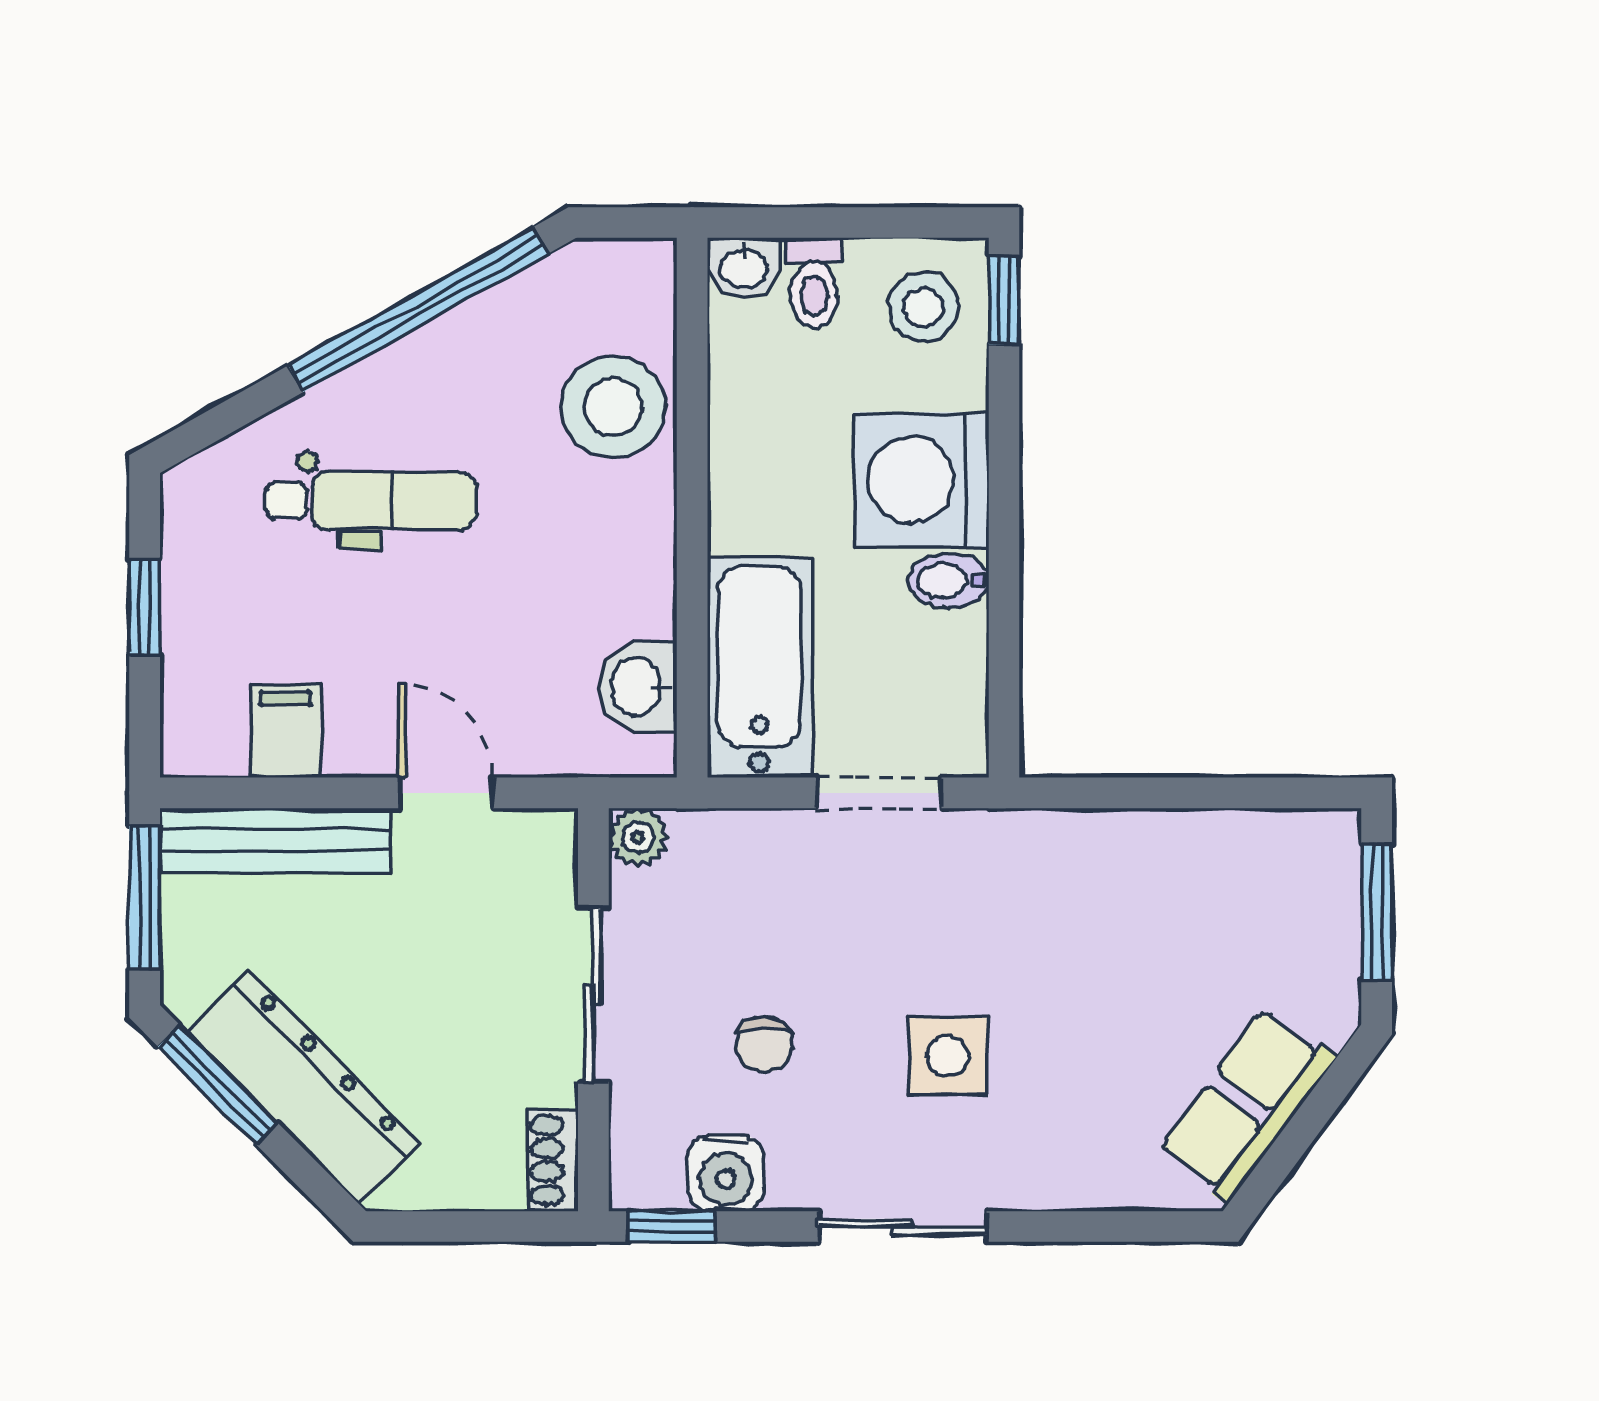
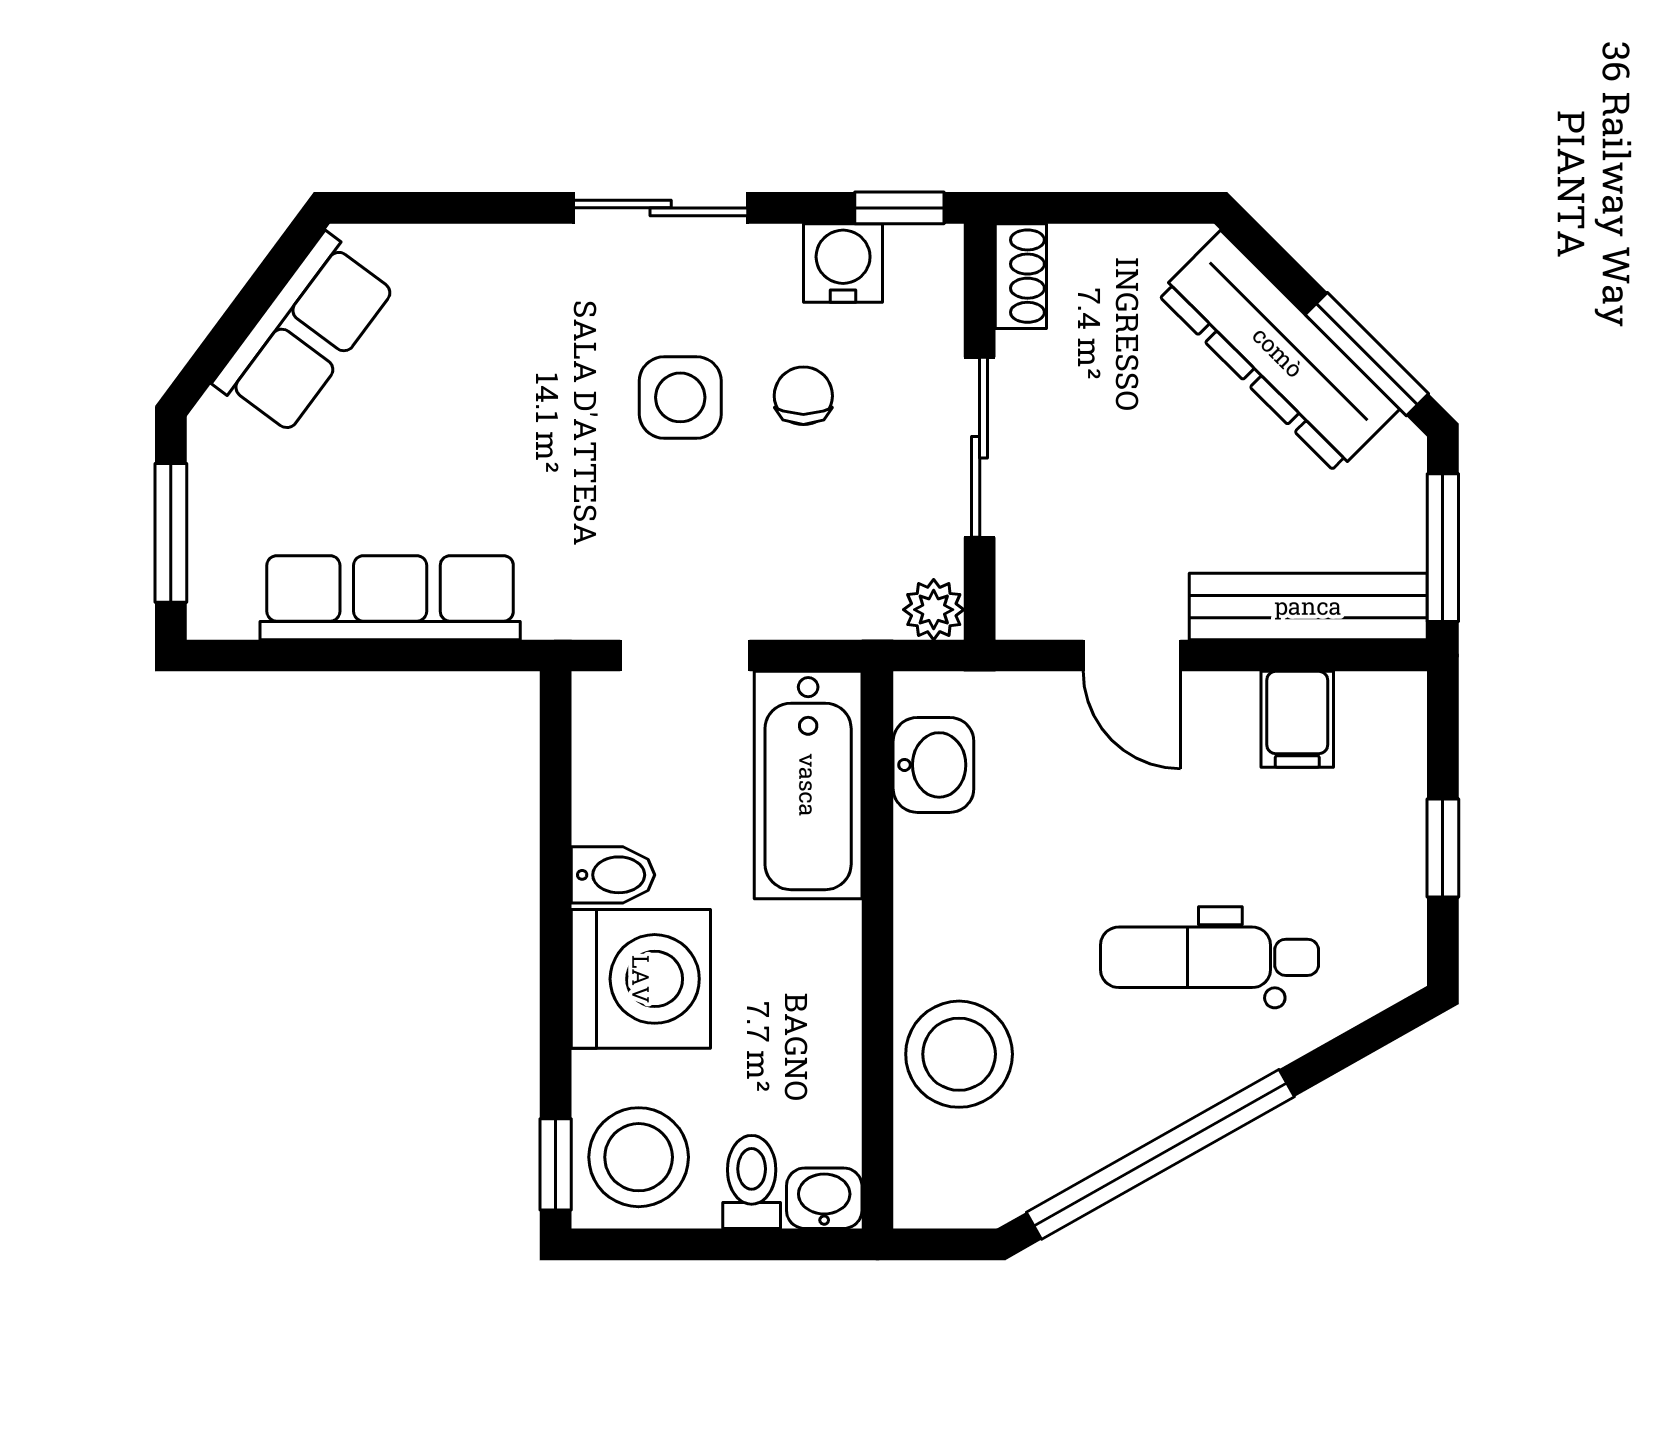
stool: (924, 307) -> (639, 1157), width x1.38, depth x1.38
row of seats: (1164, 849) -> (390, 598), added
side table: (948, 1056) -> (680, 397), moved

